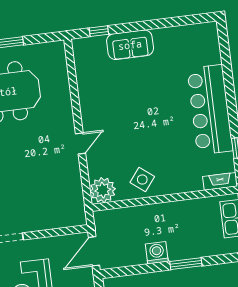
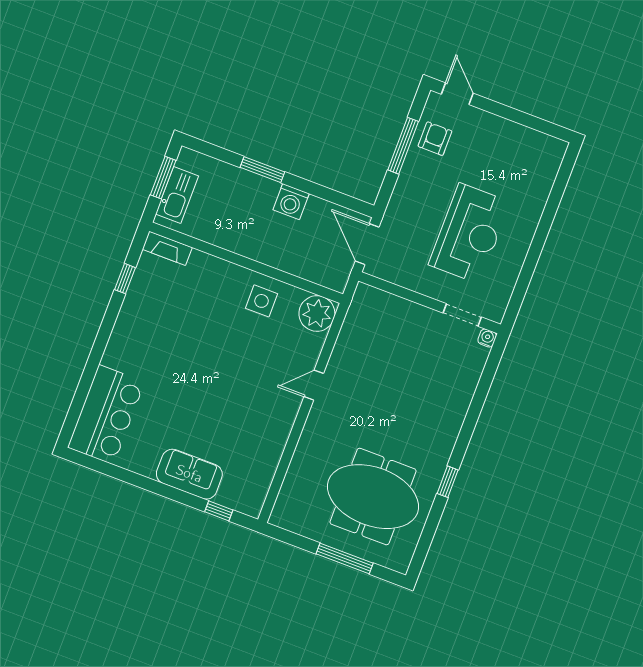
bar counter: (210, 110) -> (106, 415), moved, width x0.73
side table: (142, 180) -> (262, 301), turned -38
door: (94, 251) -> (367, 244), swing flipped

